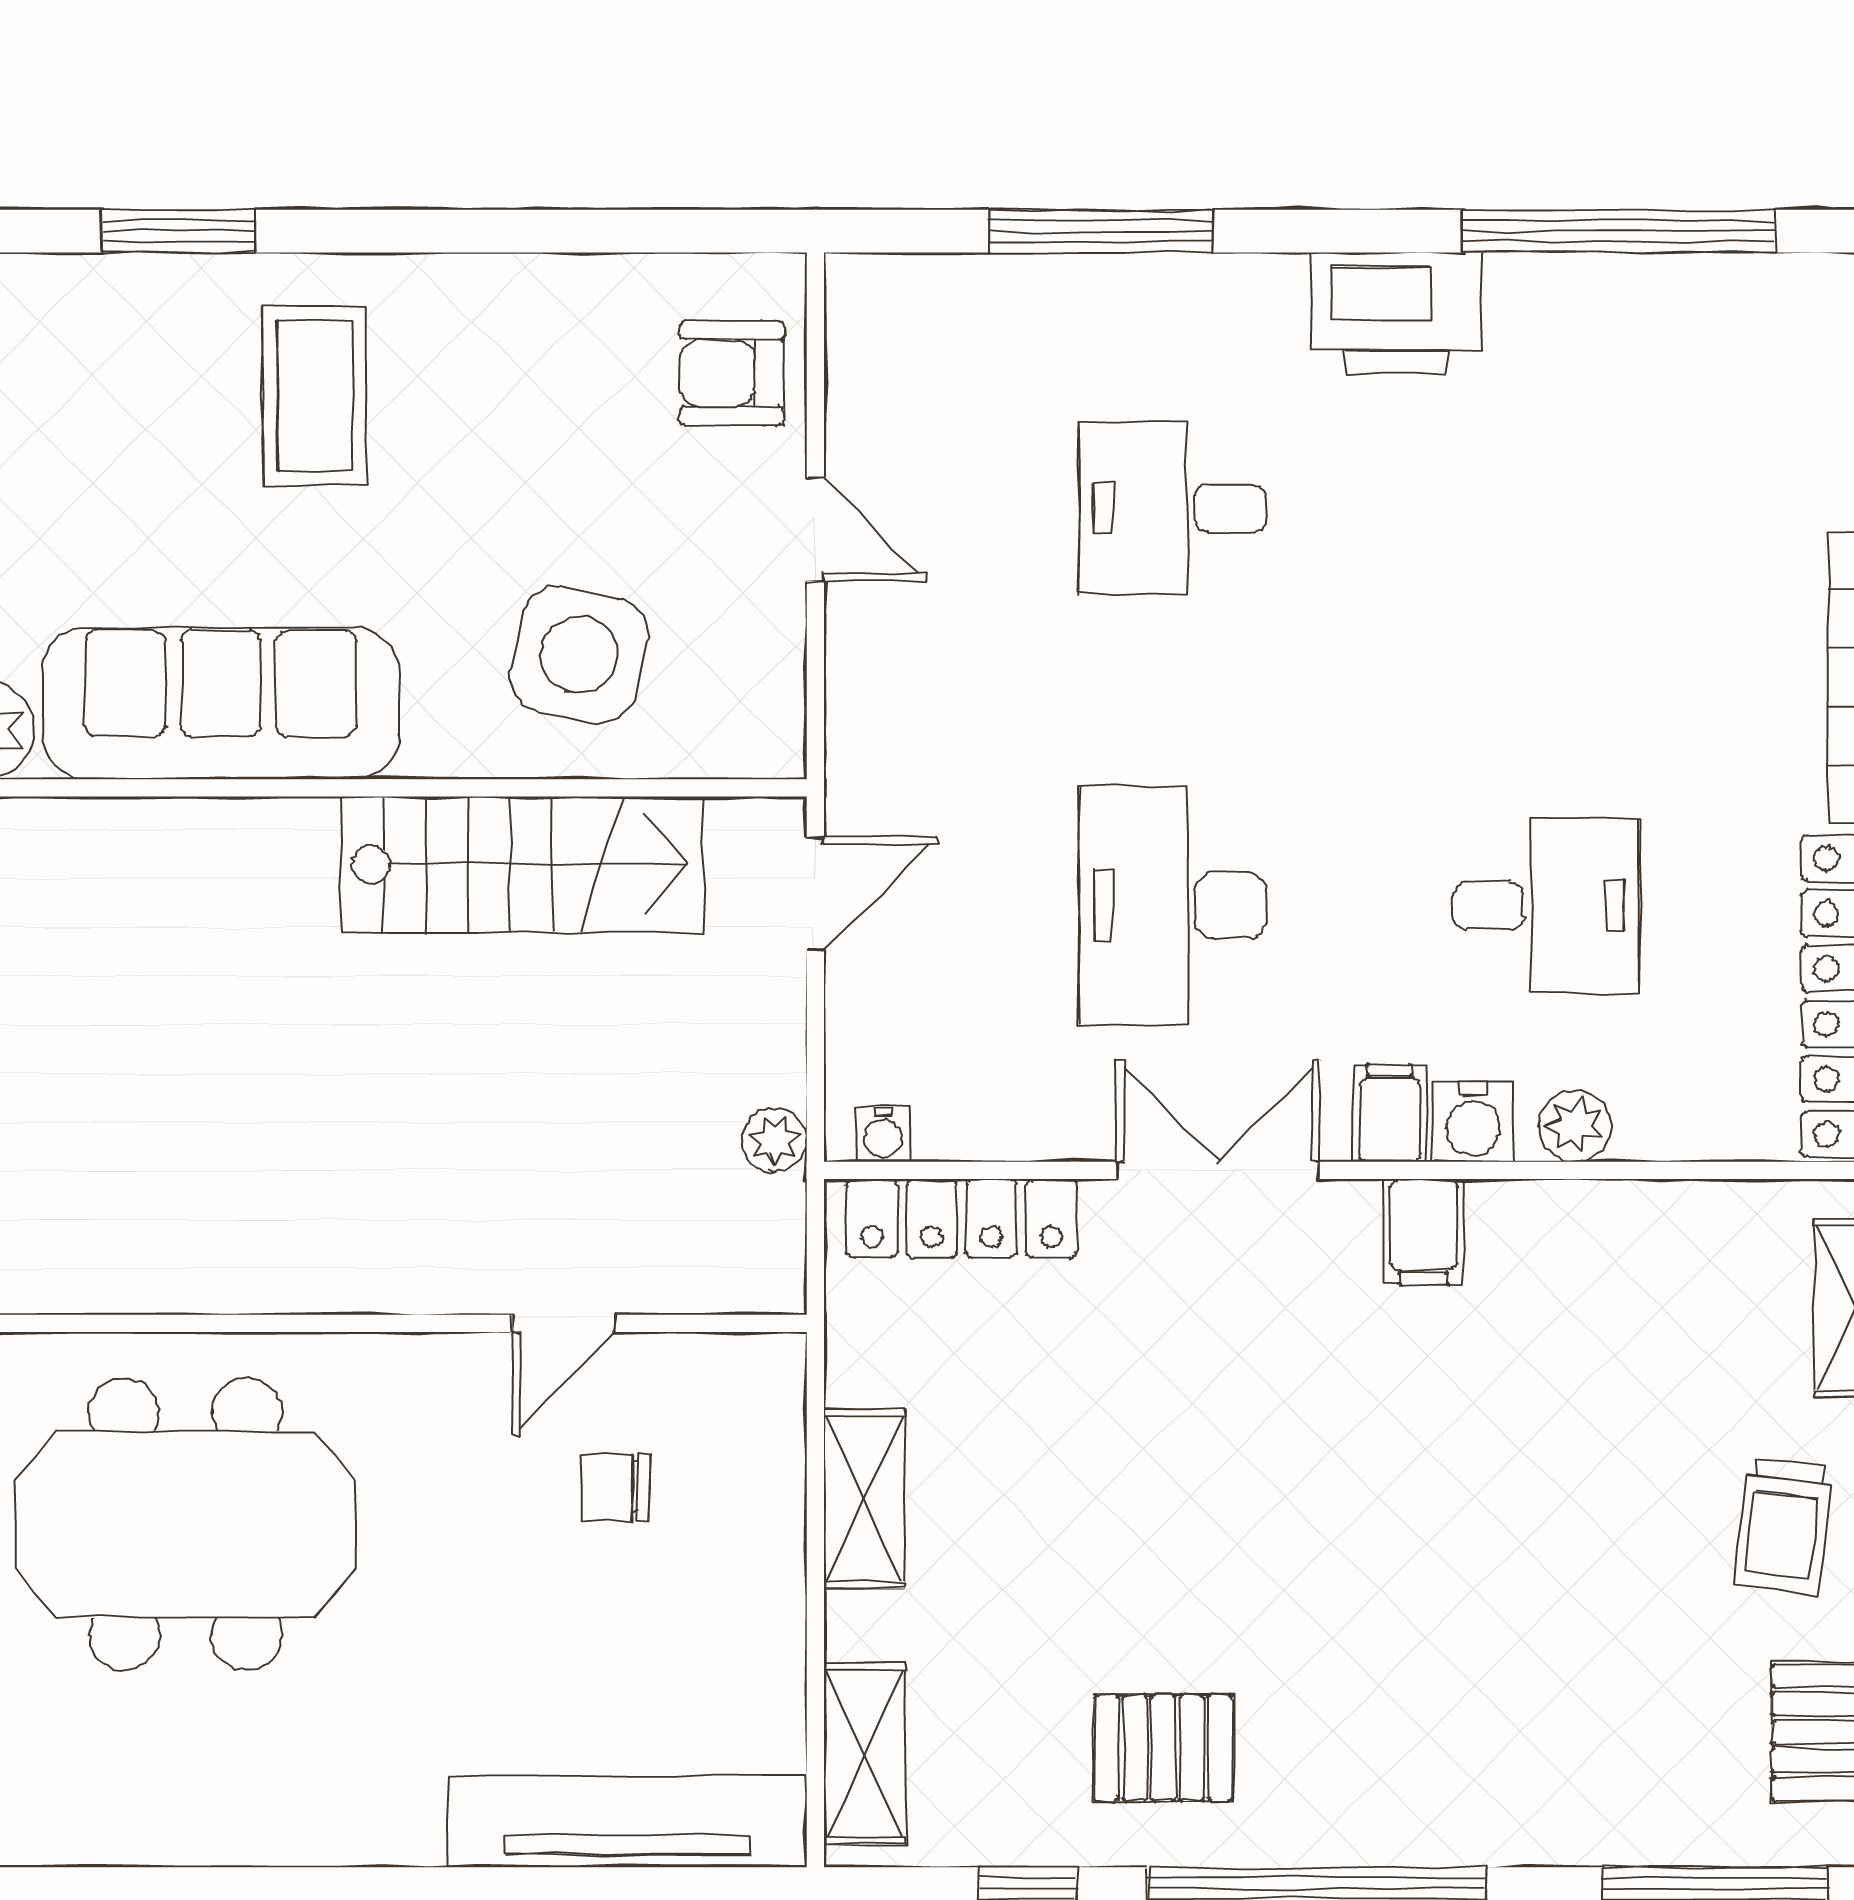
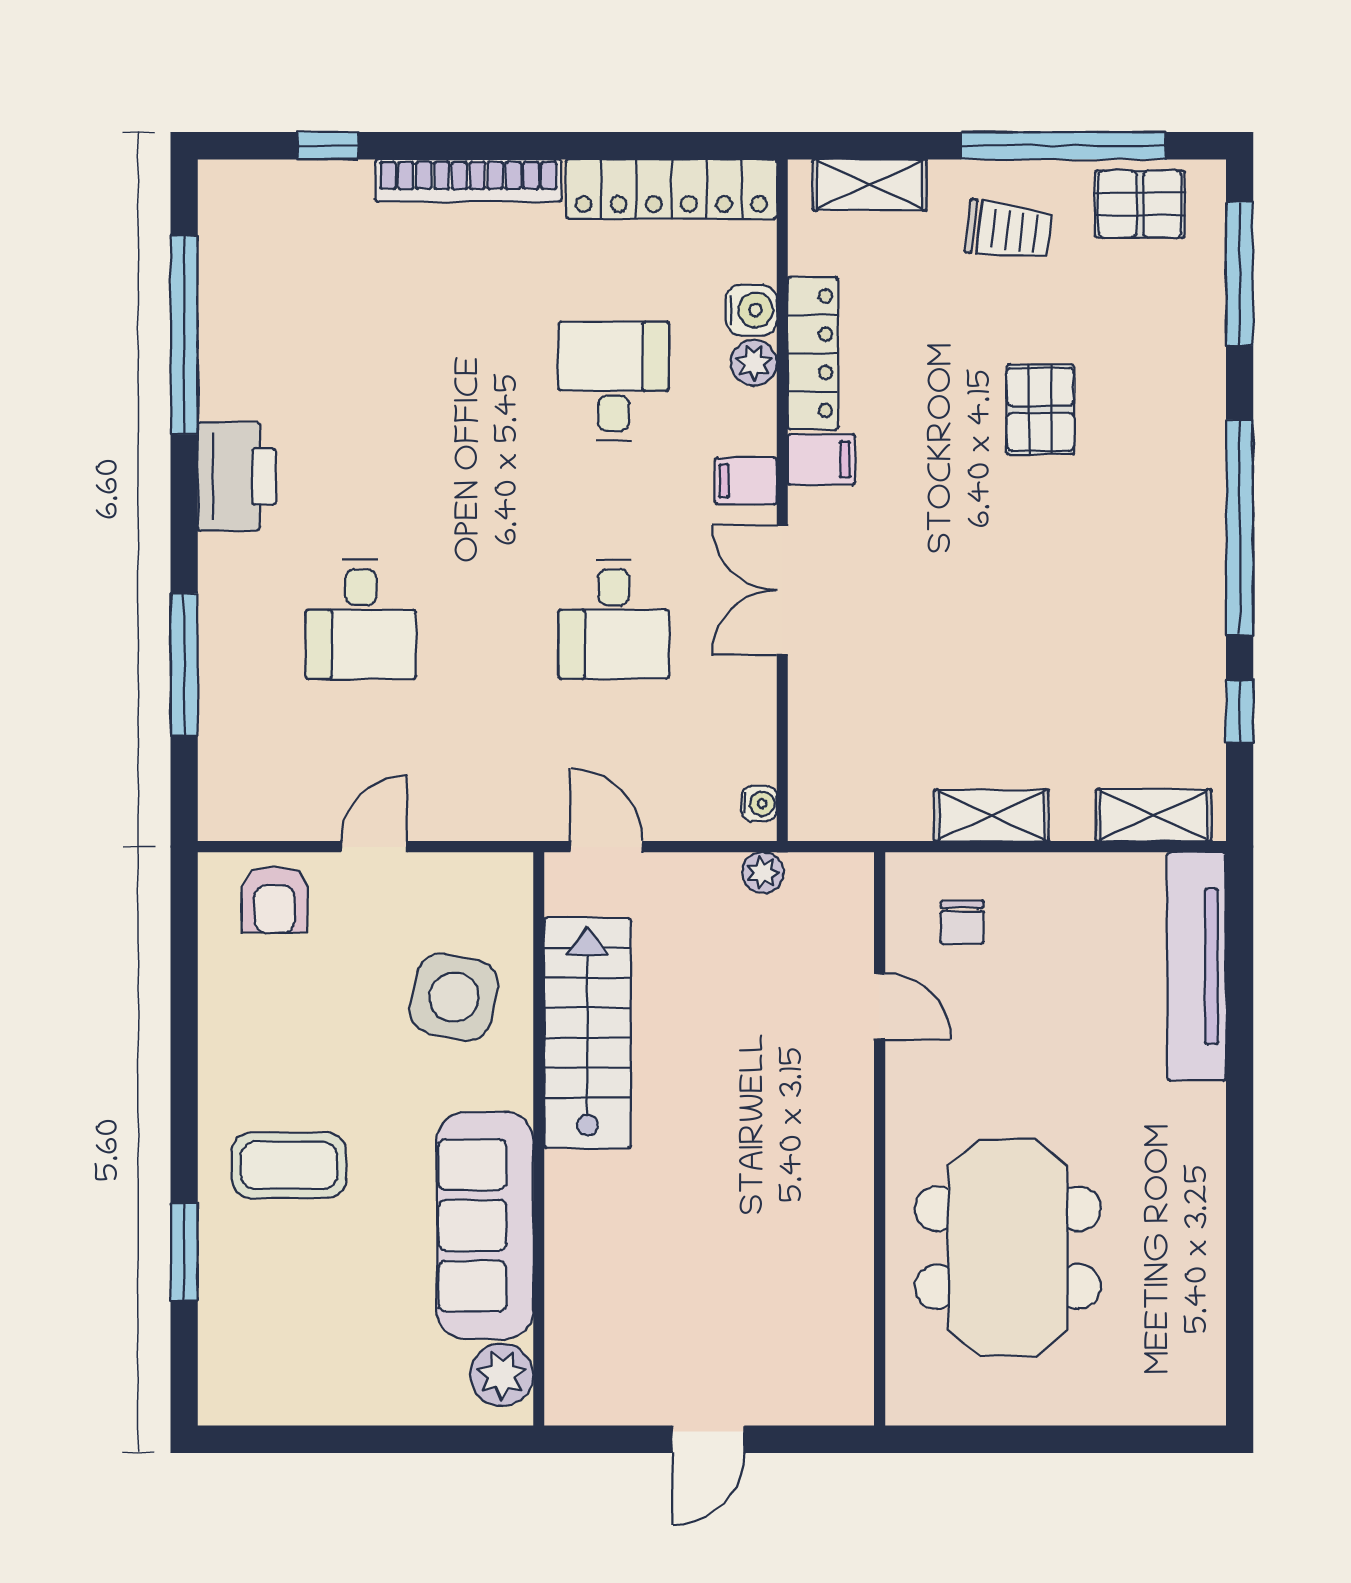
desk: (1173, 906) -> (614, 619), width x0.73
water cooler: (1473, 1122) -> (751, 310), moved
locker: (962, 1218) -> (813, 353), moved
chair: (615, 1487) -> (962, 922), moved
pallet: (1163, 1748) -> (1040, 409), moved

